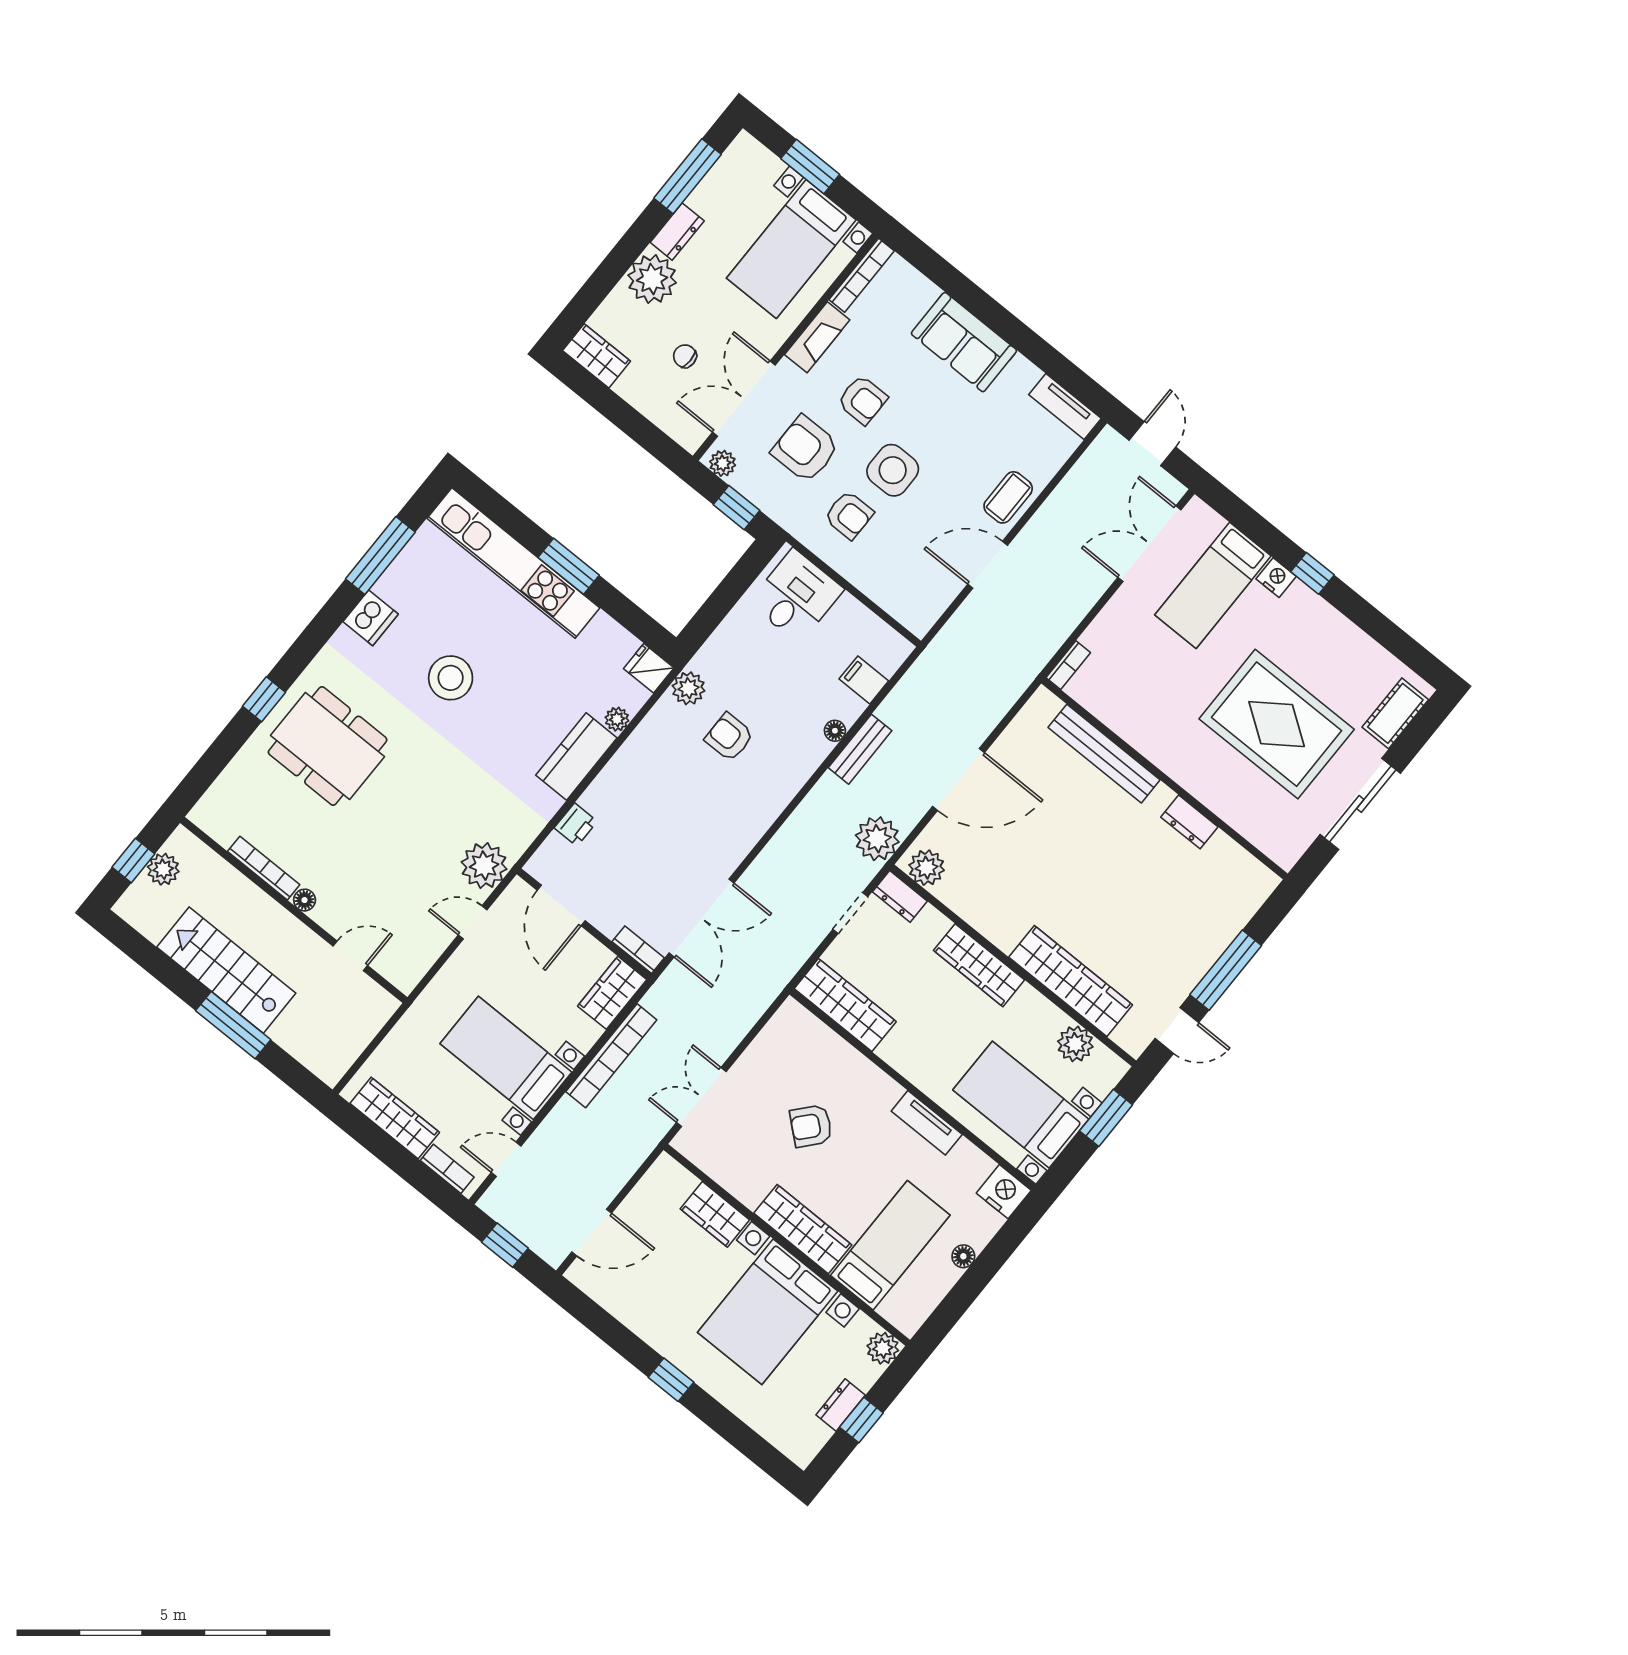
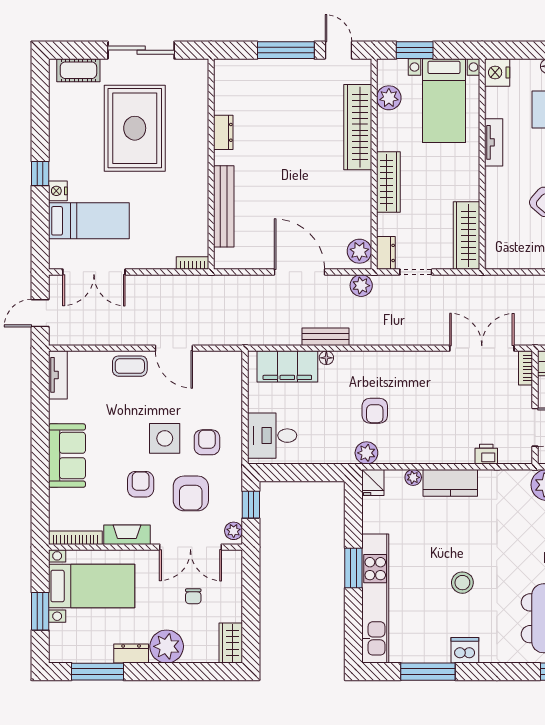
stool: (451, 678) -> (462, 583), width x0.73, depth x0.73
filing cabinet: (864, 680) -> (287, 366), width x3.00, depth x1.17
plant: (877, 839) -> (361, 286), width x0.73, depth x0.73

